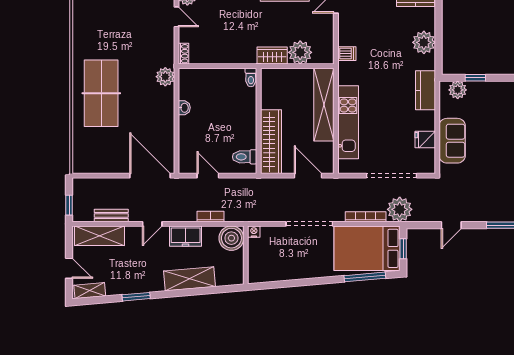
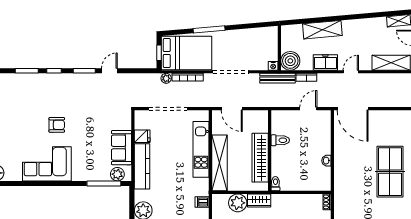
plant: (165, 77) -> (341, 184), removed
window: (475, 78) -> (104, 183), width x2.17
kitchen counter: (425, 90) -> (142, 166), width x1.50
sofa: (452, 141) -> (122, 148), moved
wardrobe: (271, 142) -> (260, 158), moved
toilet: (245, 157) -> (280, 140), moved
door: (208, 176) -> (308, 109), swing flipped
plant: (400, 209) -> (166, 78), width x0.53, depth x0.53
bench: (111, 215) -> (277, 78), moved, width x1.36
door: (451, 225) -> (109, 71), moved
window: (365, 277) -> (209, 29), moved
window: (136, 297) -> (363, 16), removed

